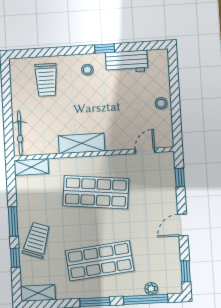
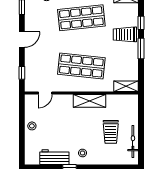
trolley: (46, 80) -> (111, 132), moved, turned 180
bicycle: (20, 133) -> (133, 141), moved
trolley: (37, 240) -> (125, 34), turned 71

